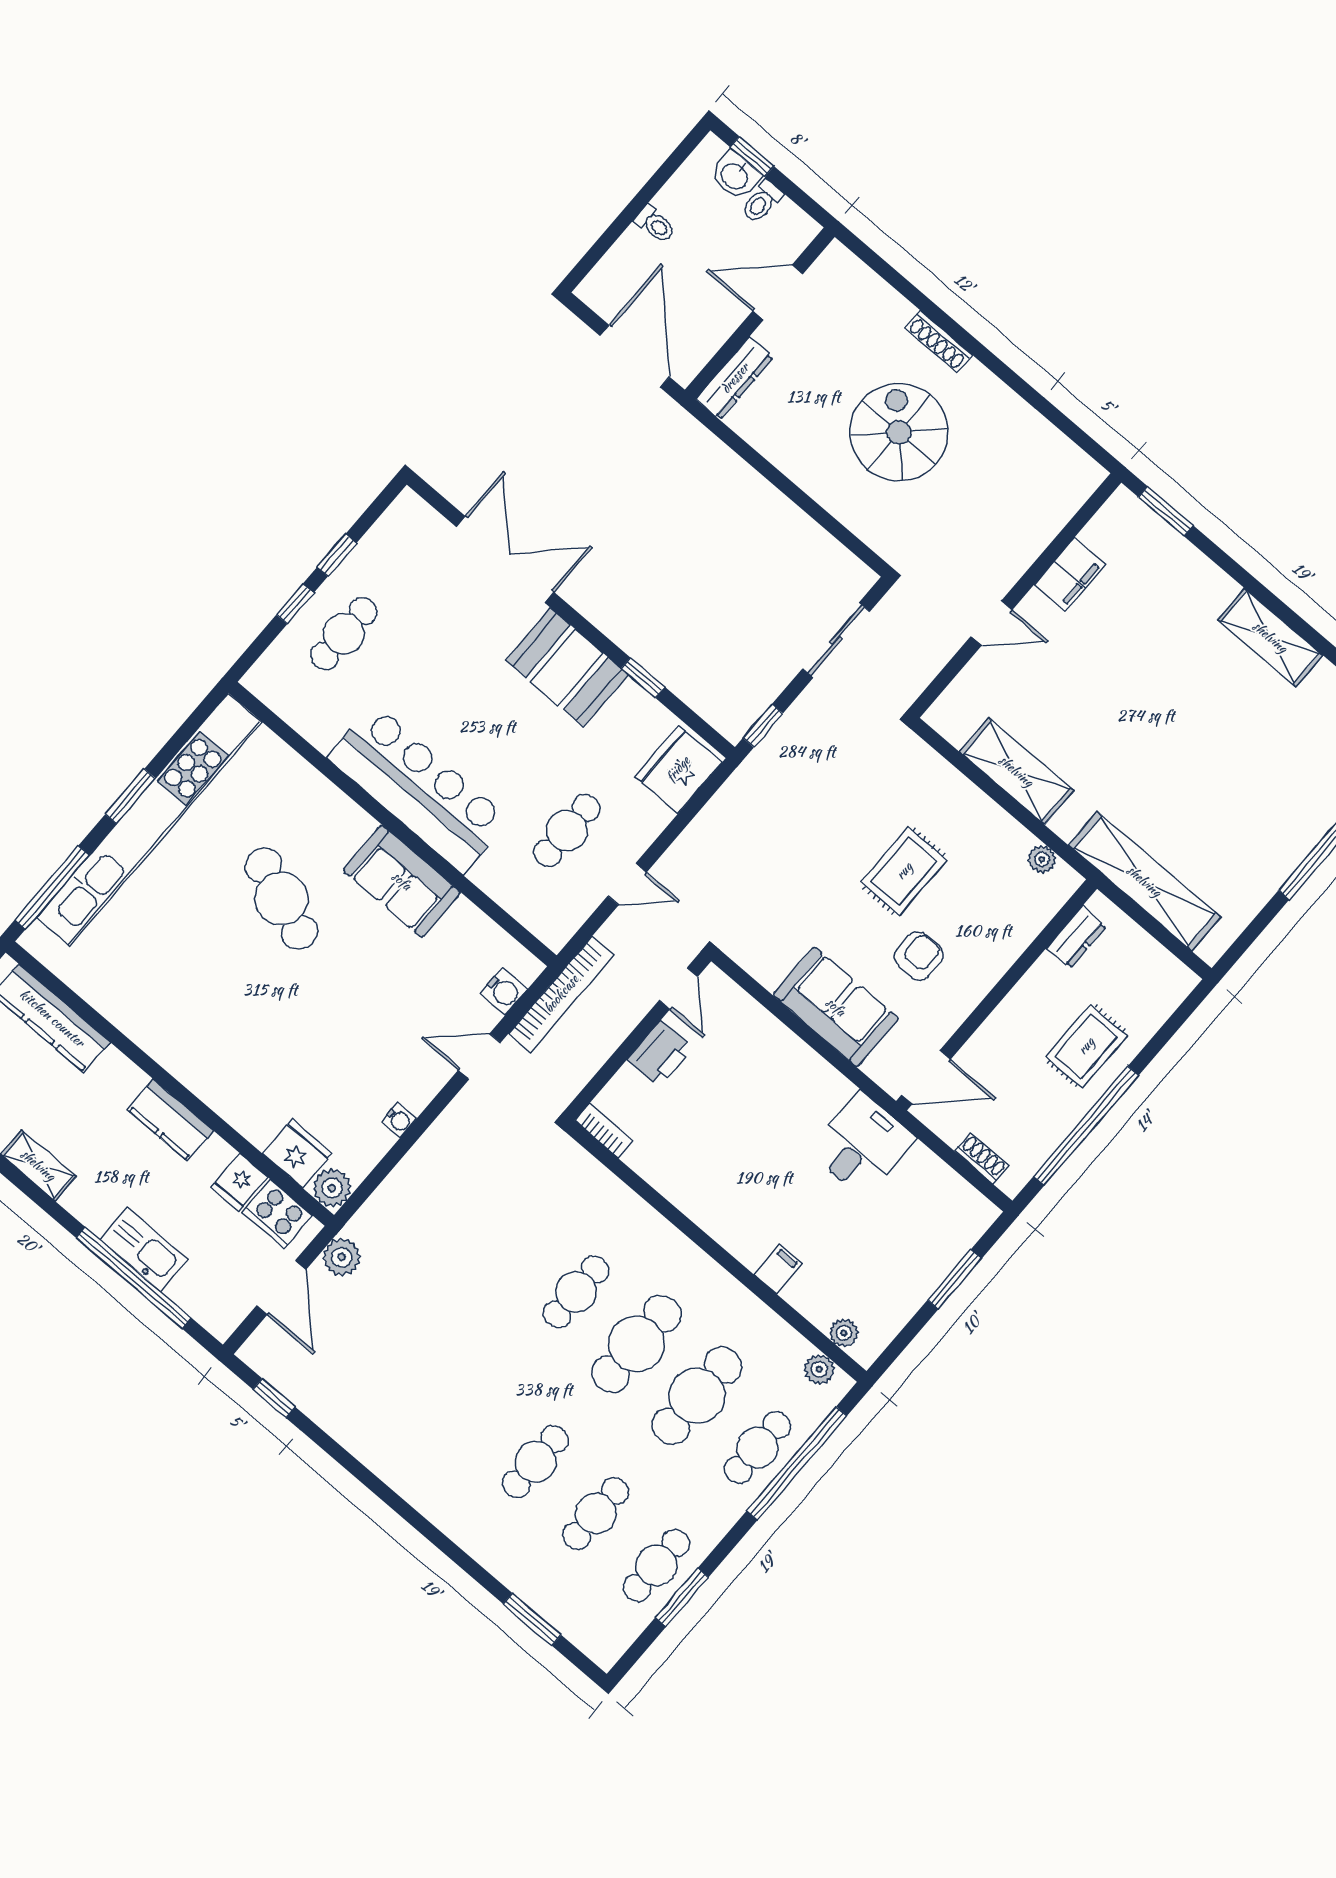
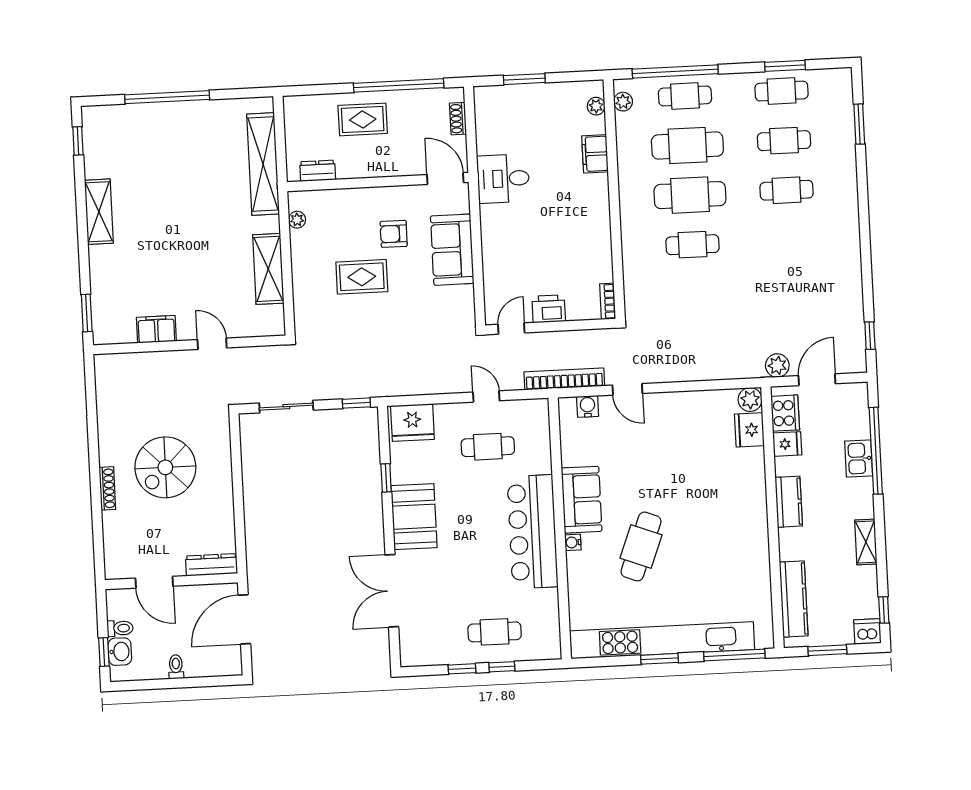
water cooler: (399, 1120) -> (573, 542), moved, turned -90
kitchen sink: (144, 1249) -> (859, 458), width x0.73
filing cabinet: (778, 1269) -> (595, 154), width x2.00

